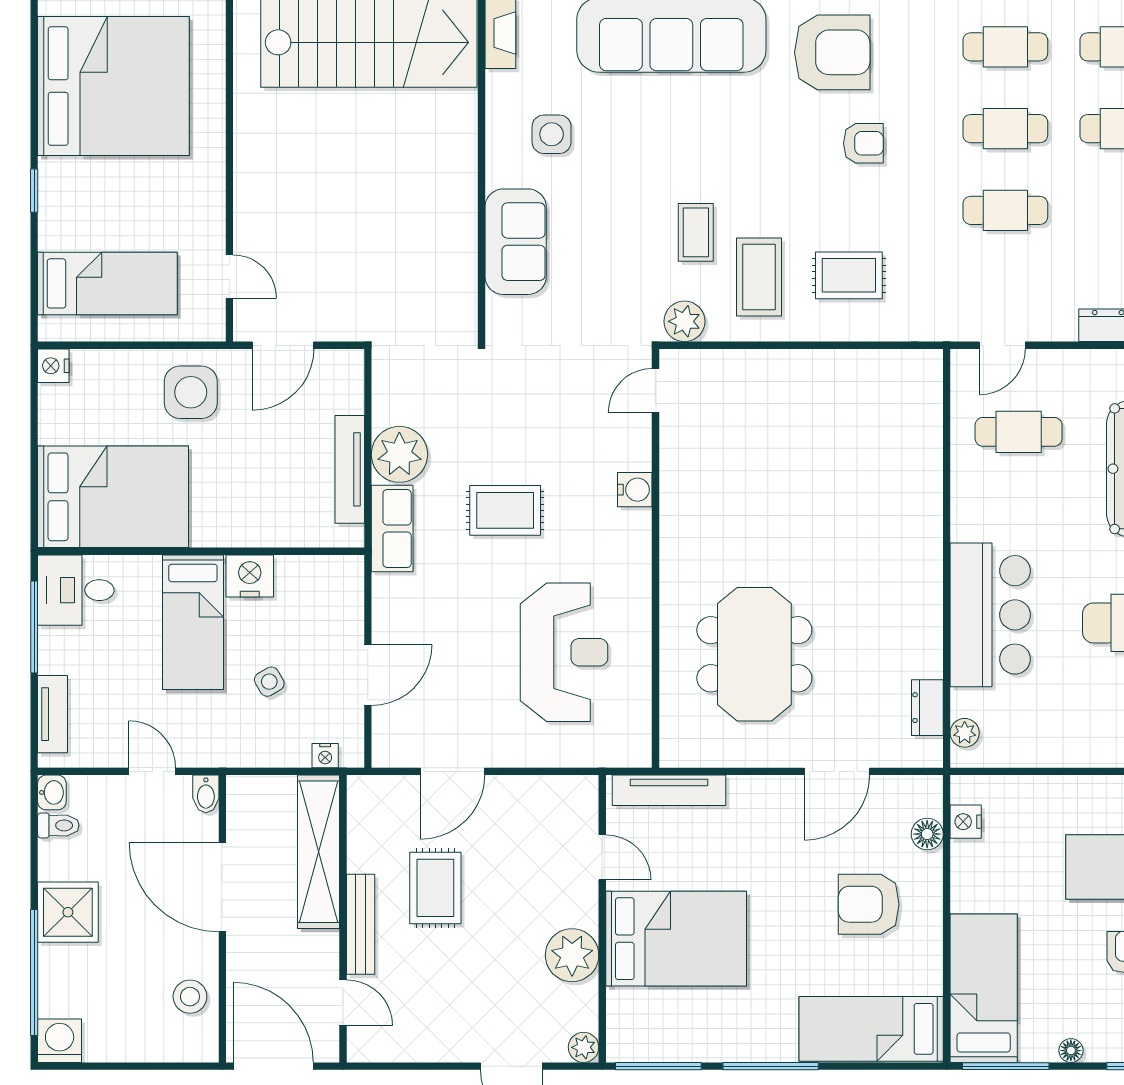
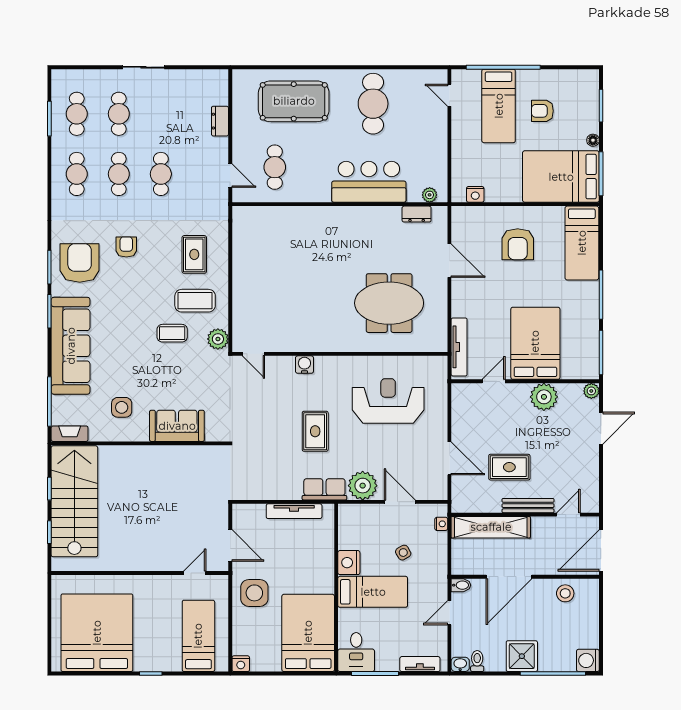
plant: (399, 454) -> (363, 486), moved
floor lamp: (927, 834) -> (482, 214), removed
bed: (984, 988) -> (561, 177), width x1.50

